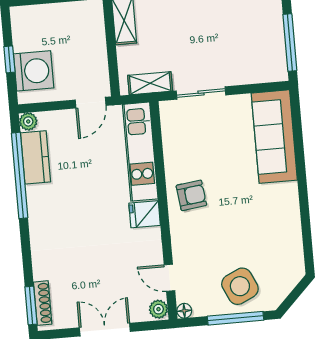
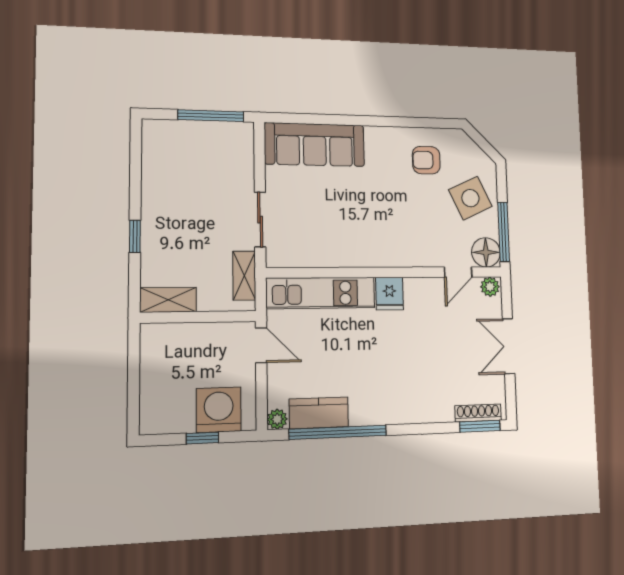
armchair: (191, 195) -> (426, 160), moved, turned -83
floor lamp: (184, 311) -> (486, 252), width x1.89, depth x1.89
window: (235, 318) -> (504, 232), moved

